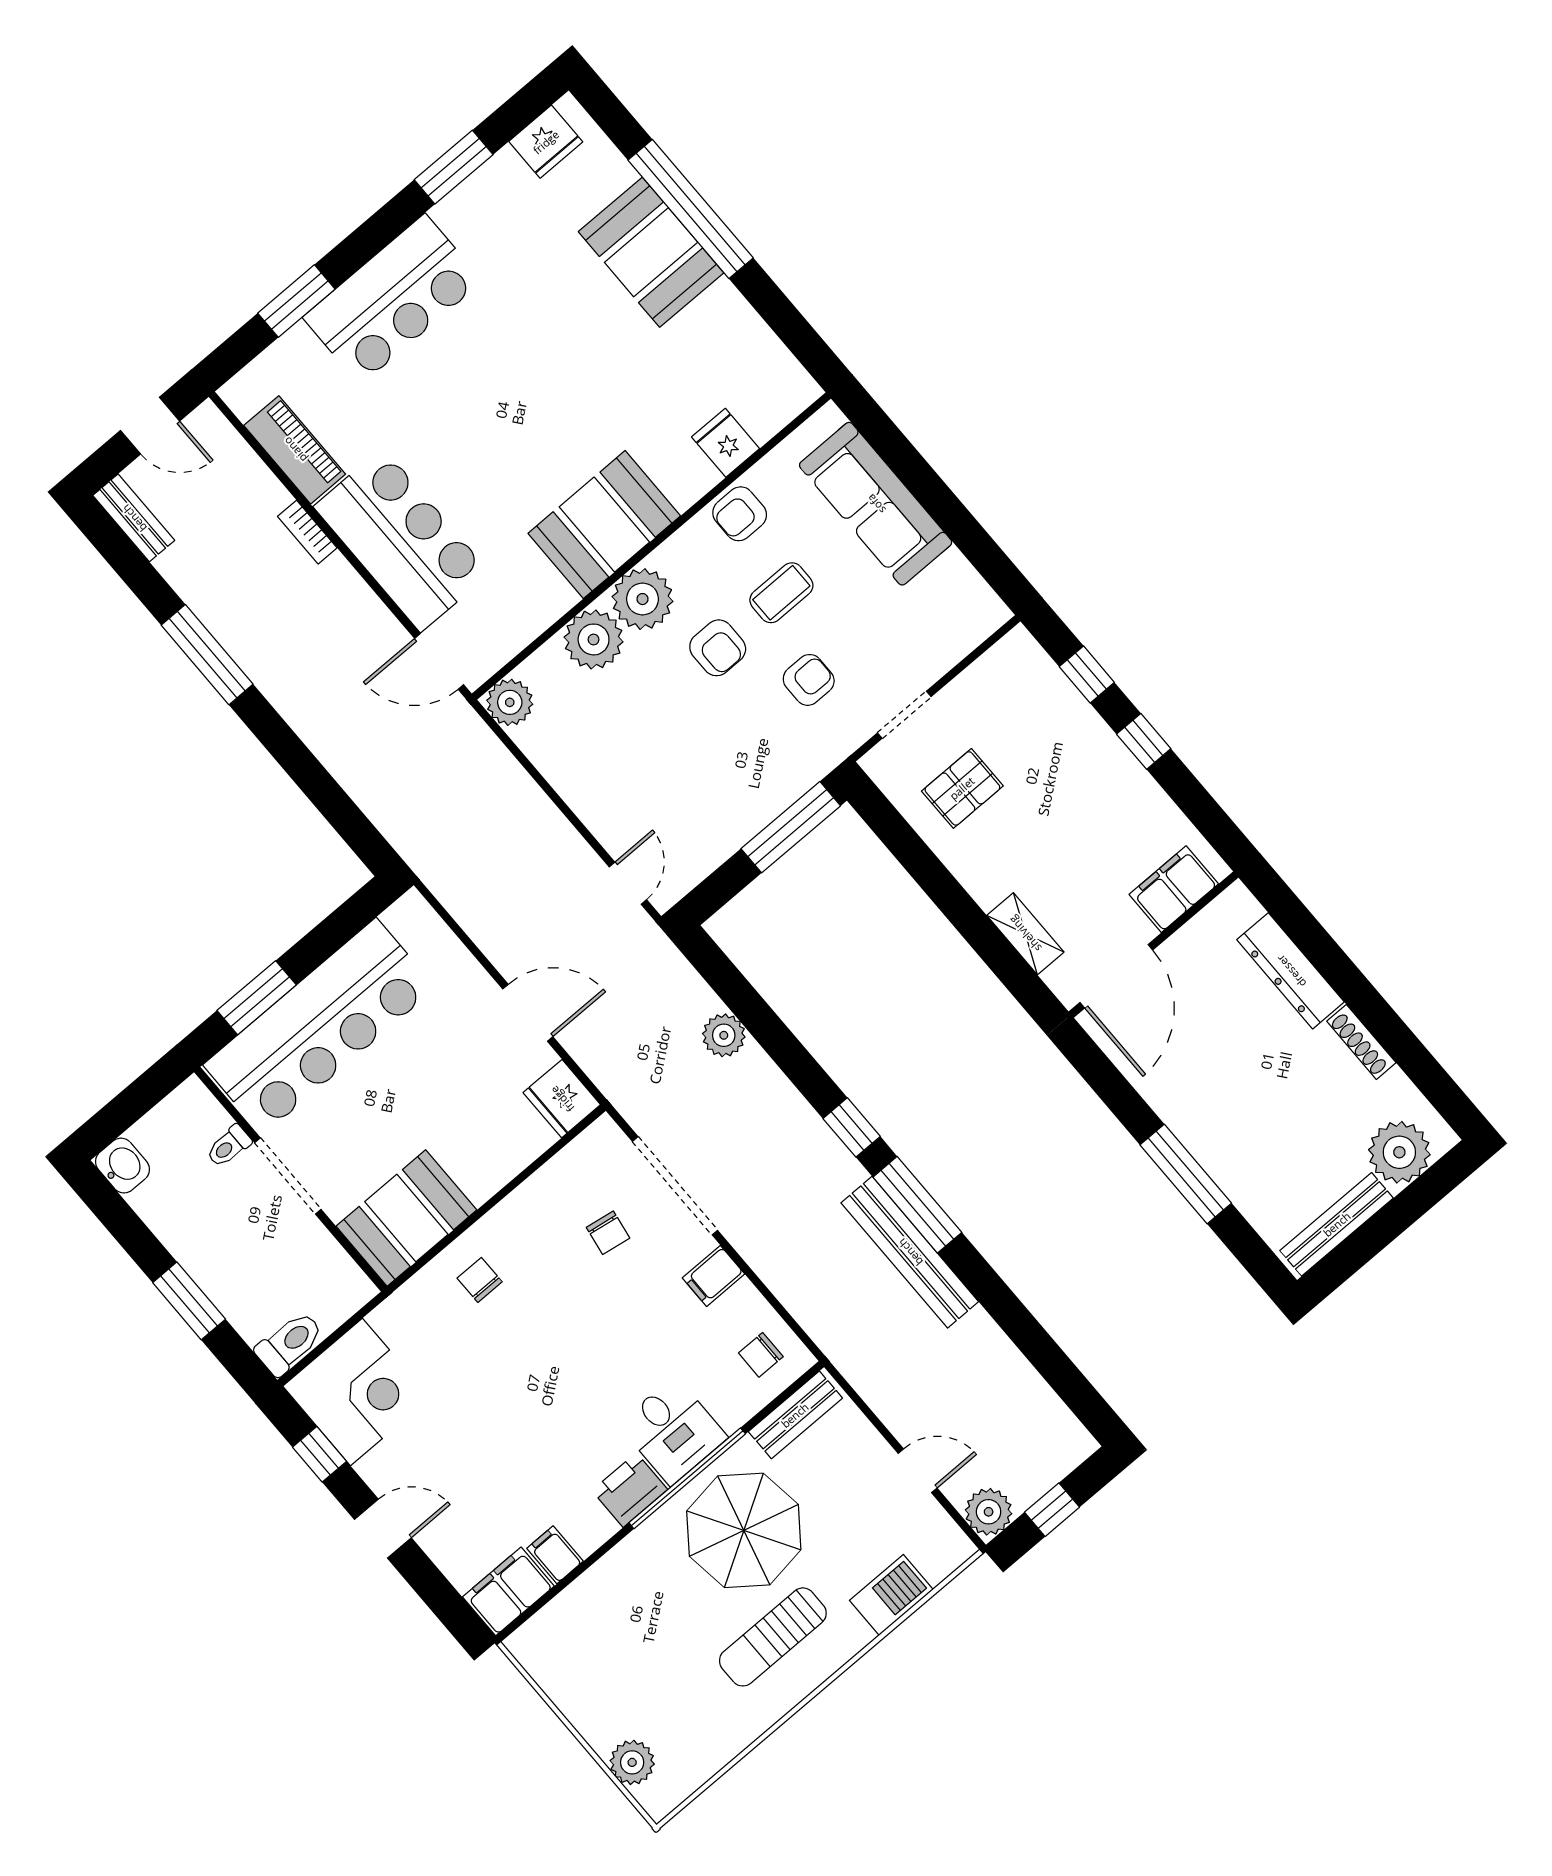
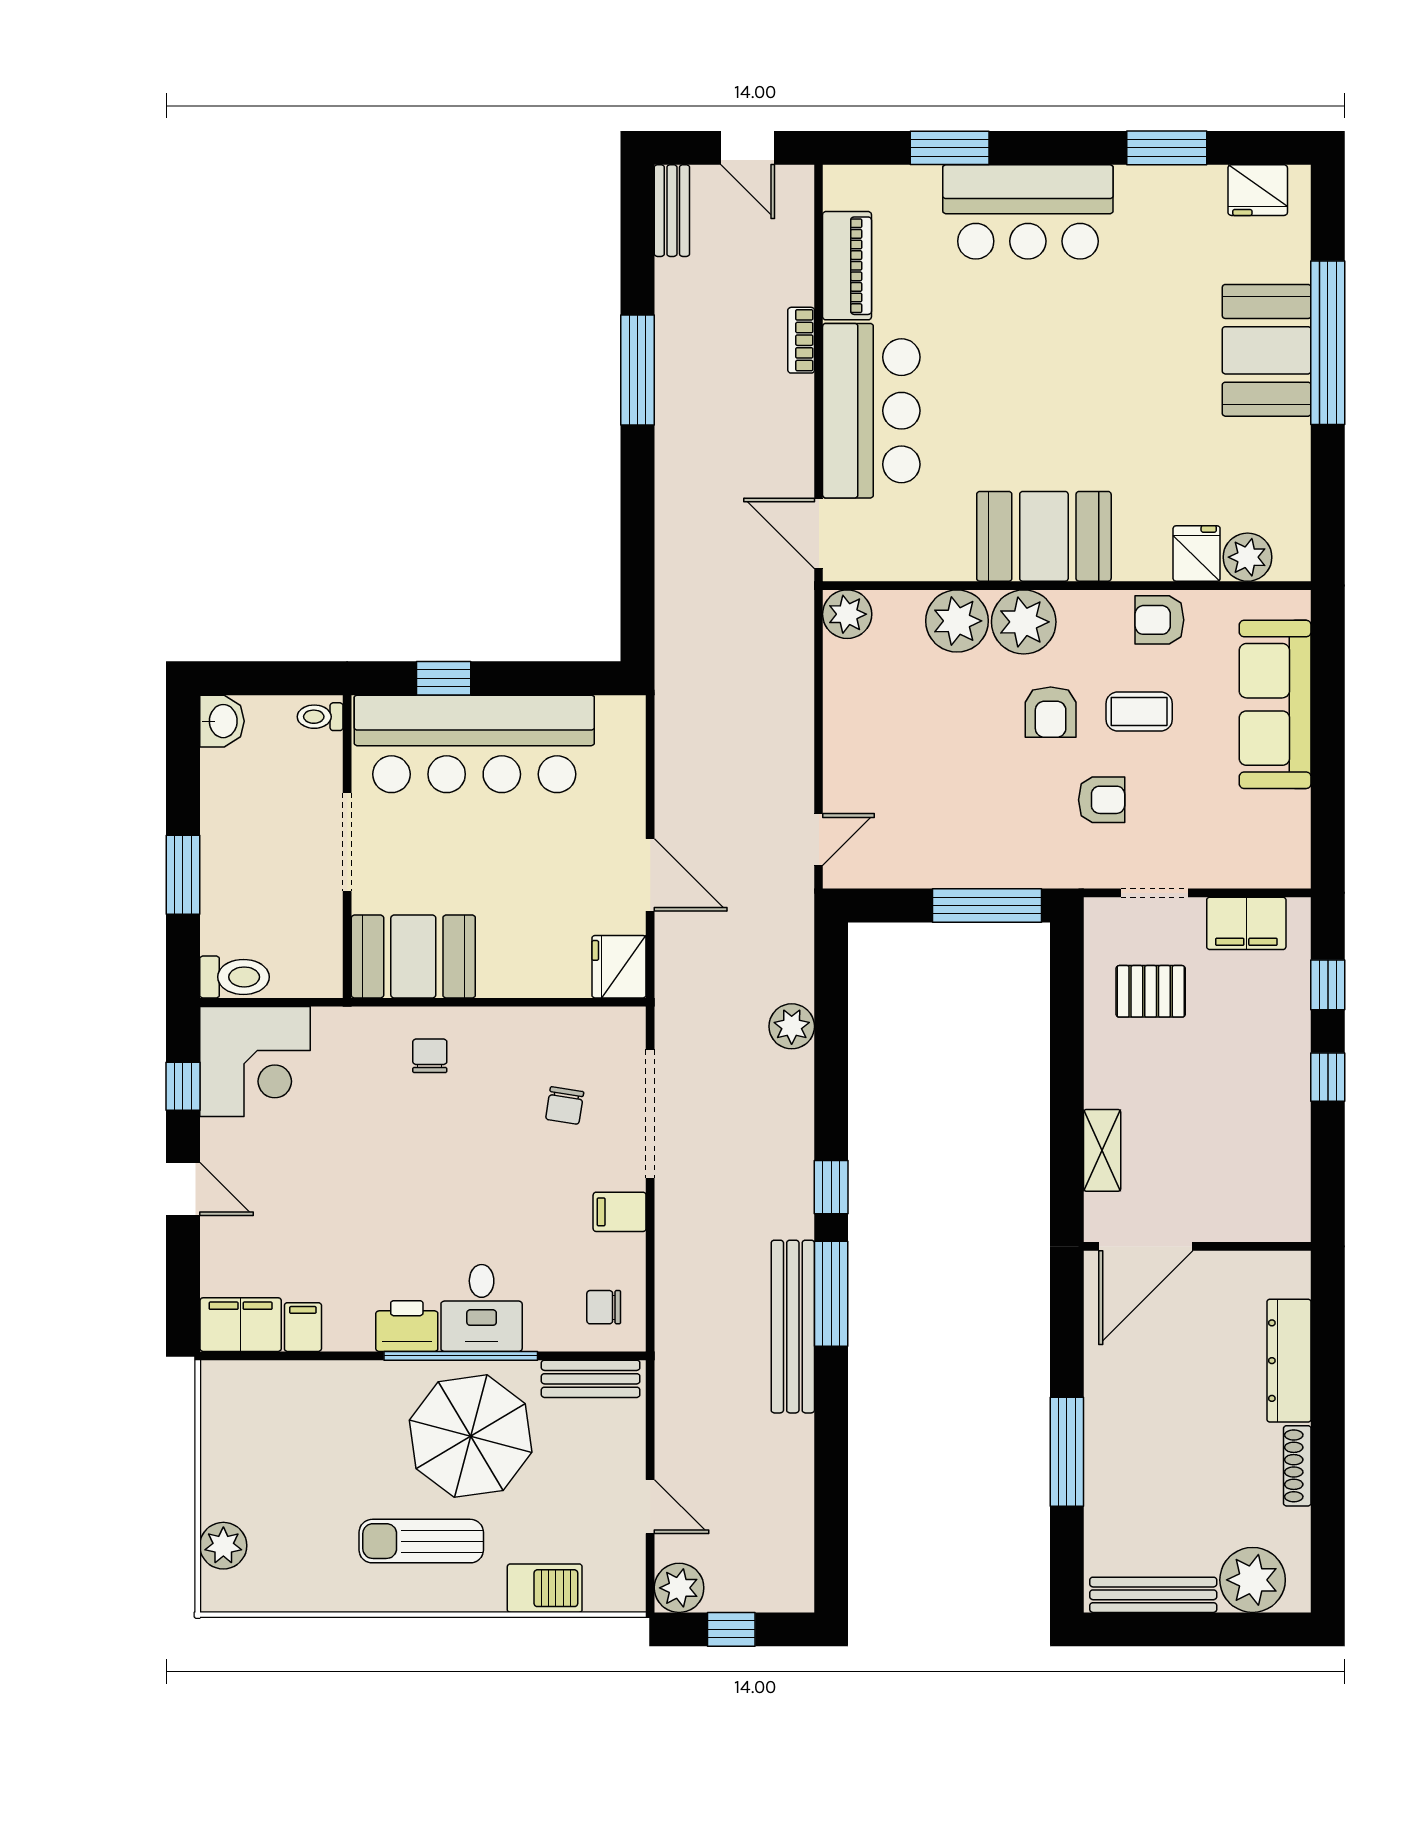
plant: (765, 414) -> (1248, 557), added
filing cabinet: (1174, 889) -> (1246, 923), moved, turned 180
window: (257, 998) -> (444, 678), width x0.67
toilet: (229, 1146) -> (320, 717), moved

